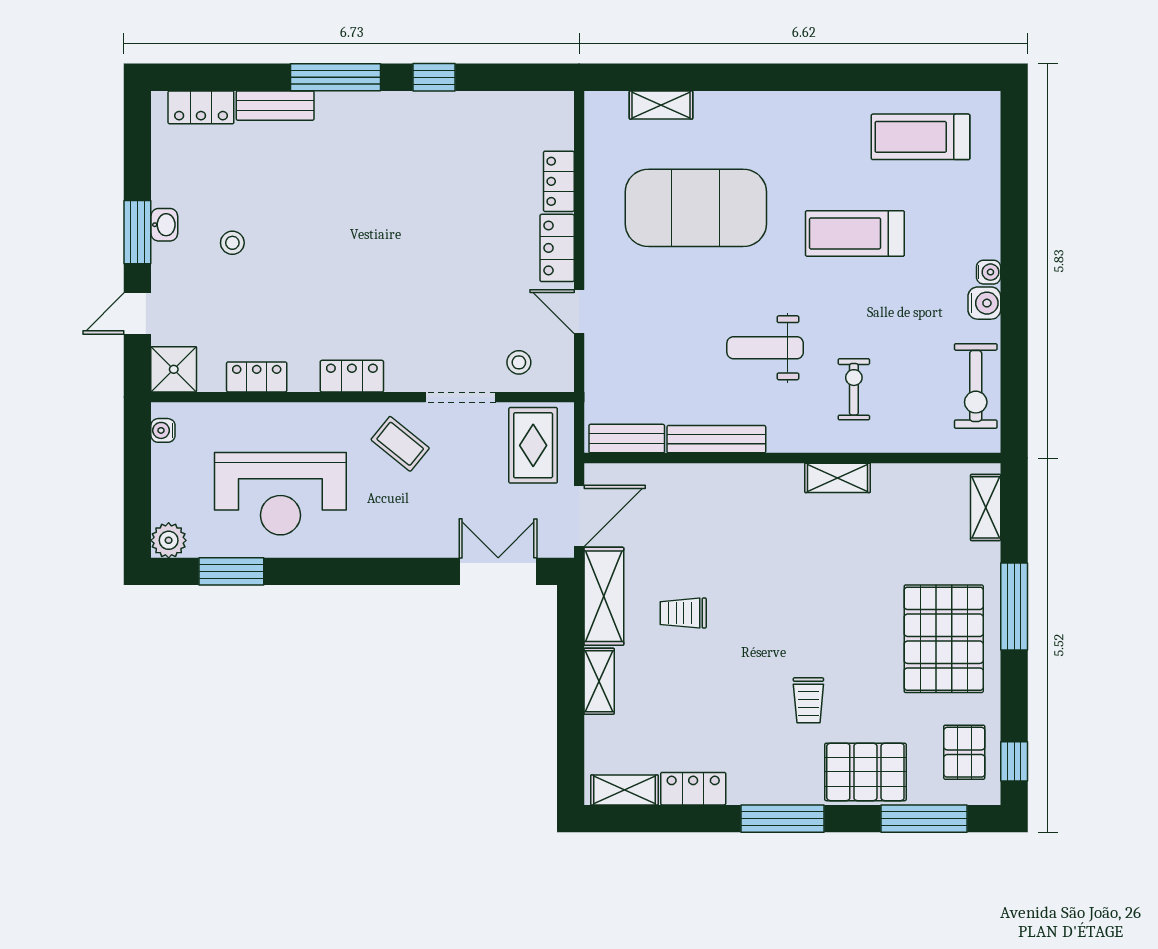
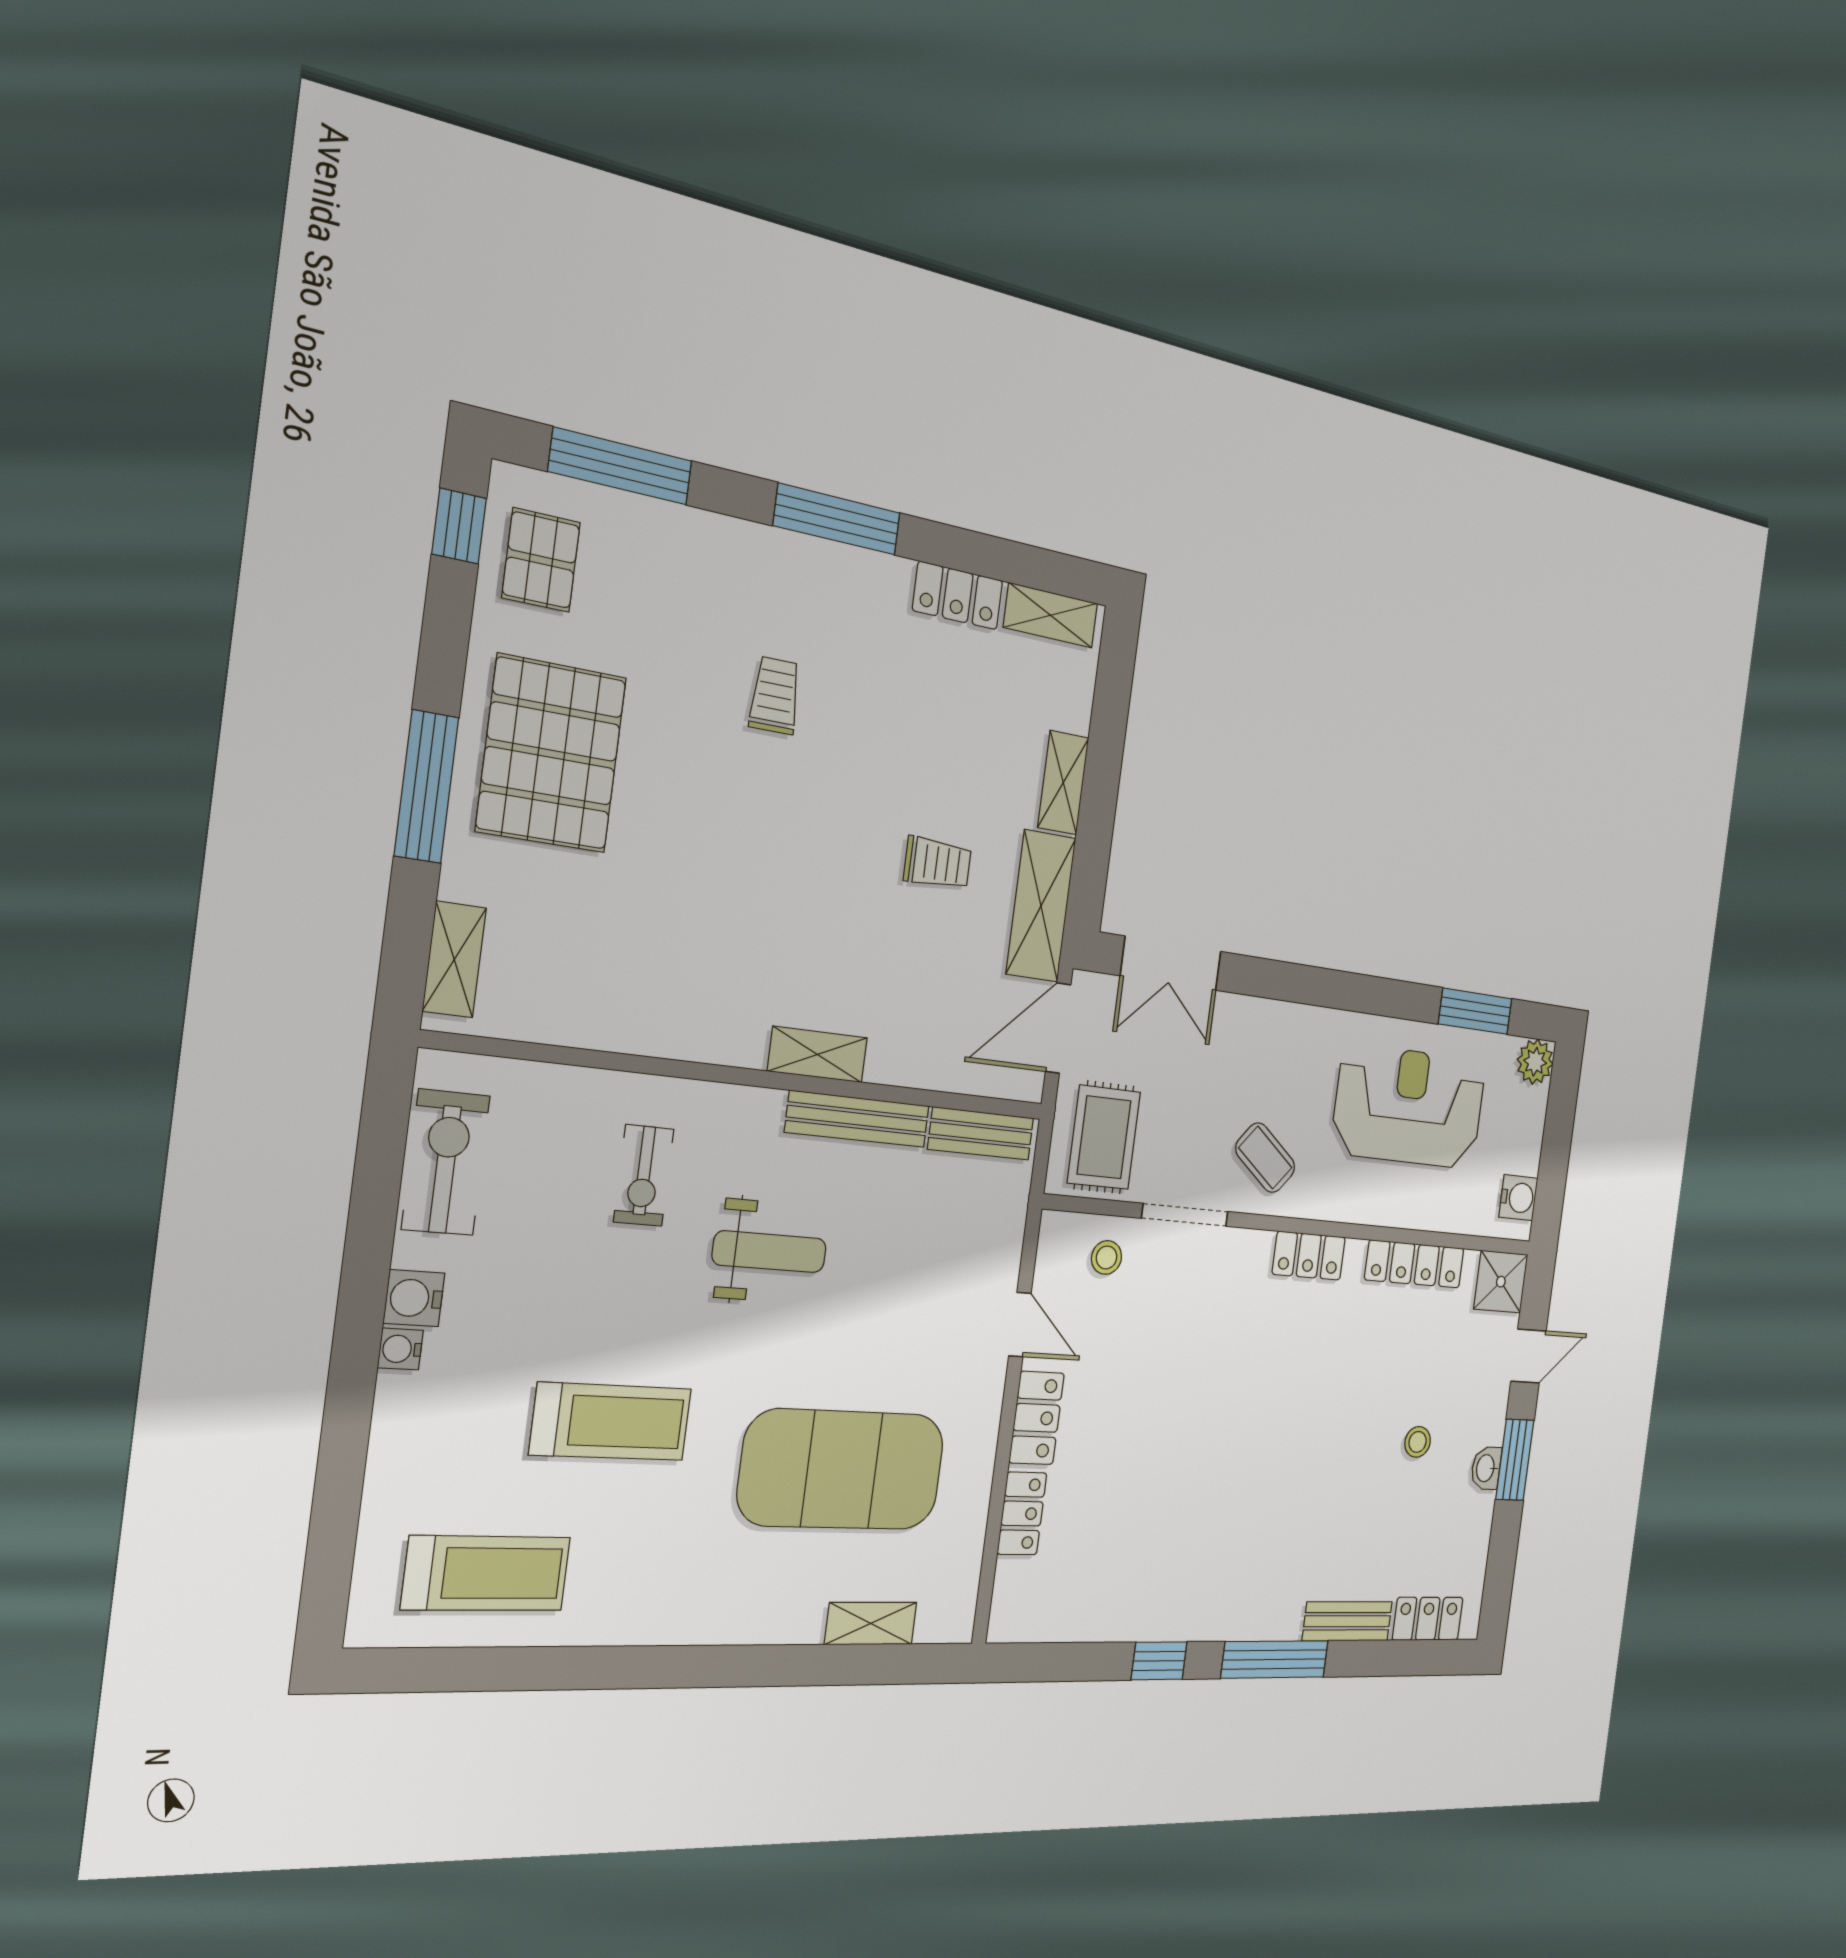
locker: (257, 377) -> (1415, 1264), width x1.53
water cooler: (163, 430) -> (1518, 1198), width x1.38, depth x1.38
shelving: (838, 478) -> (818, 1054), moved
pallet: (865, 772) -> (703, 563), removed

